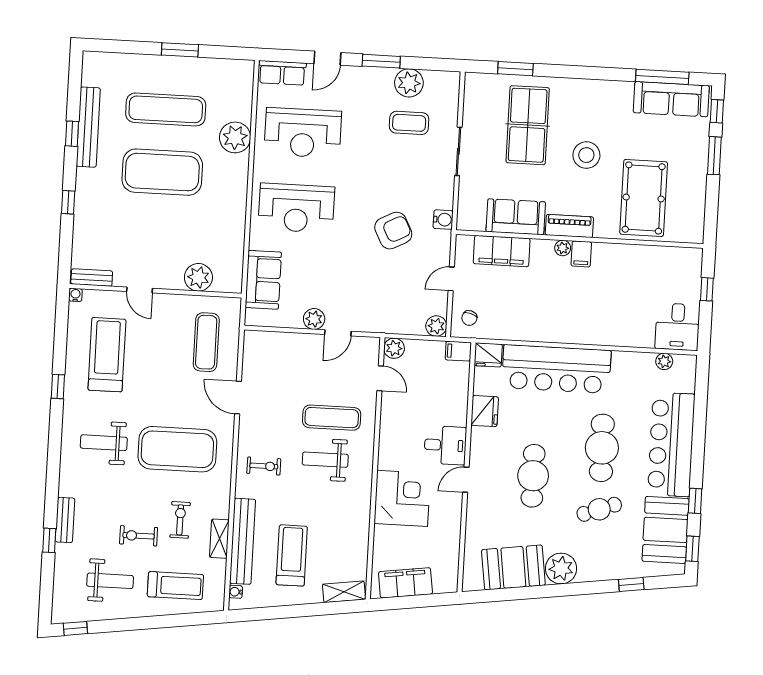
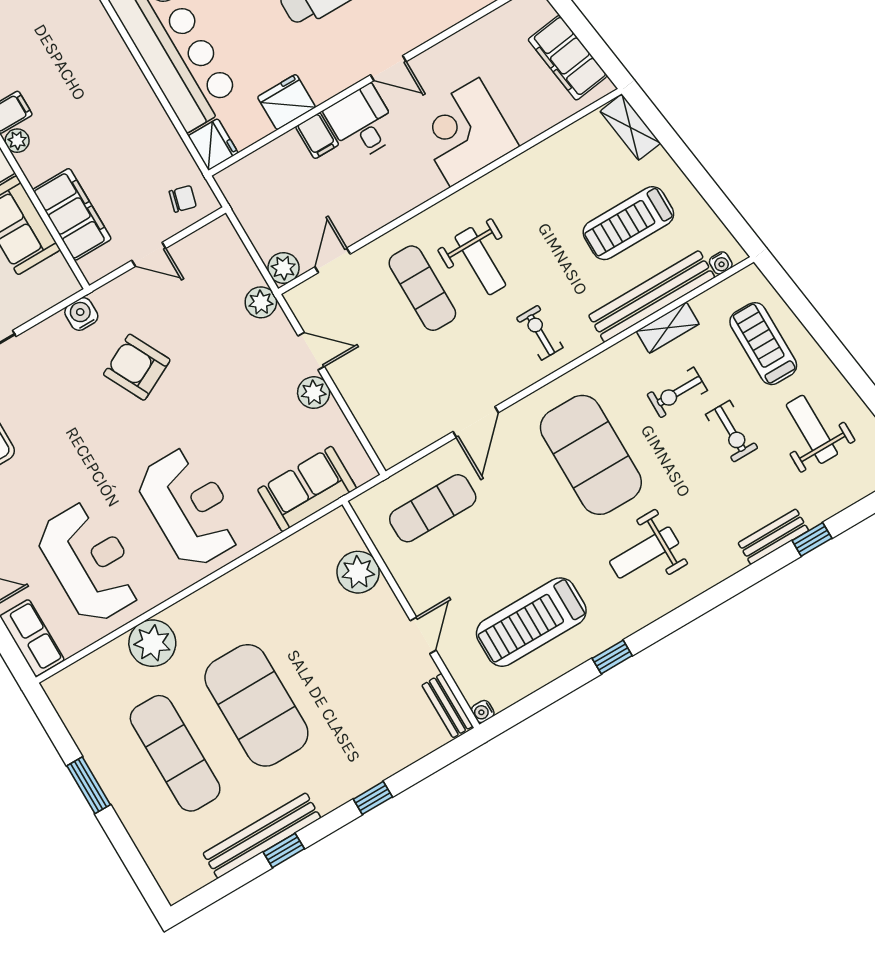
plant: (436, 326) -> (261, 302), moved
filing cabinet: (458, 351) -> (317, 136), moved
weight bench: (104, 443) -> (644, 553), turned 90

